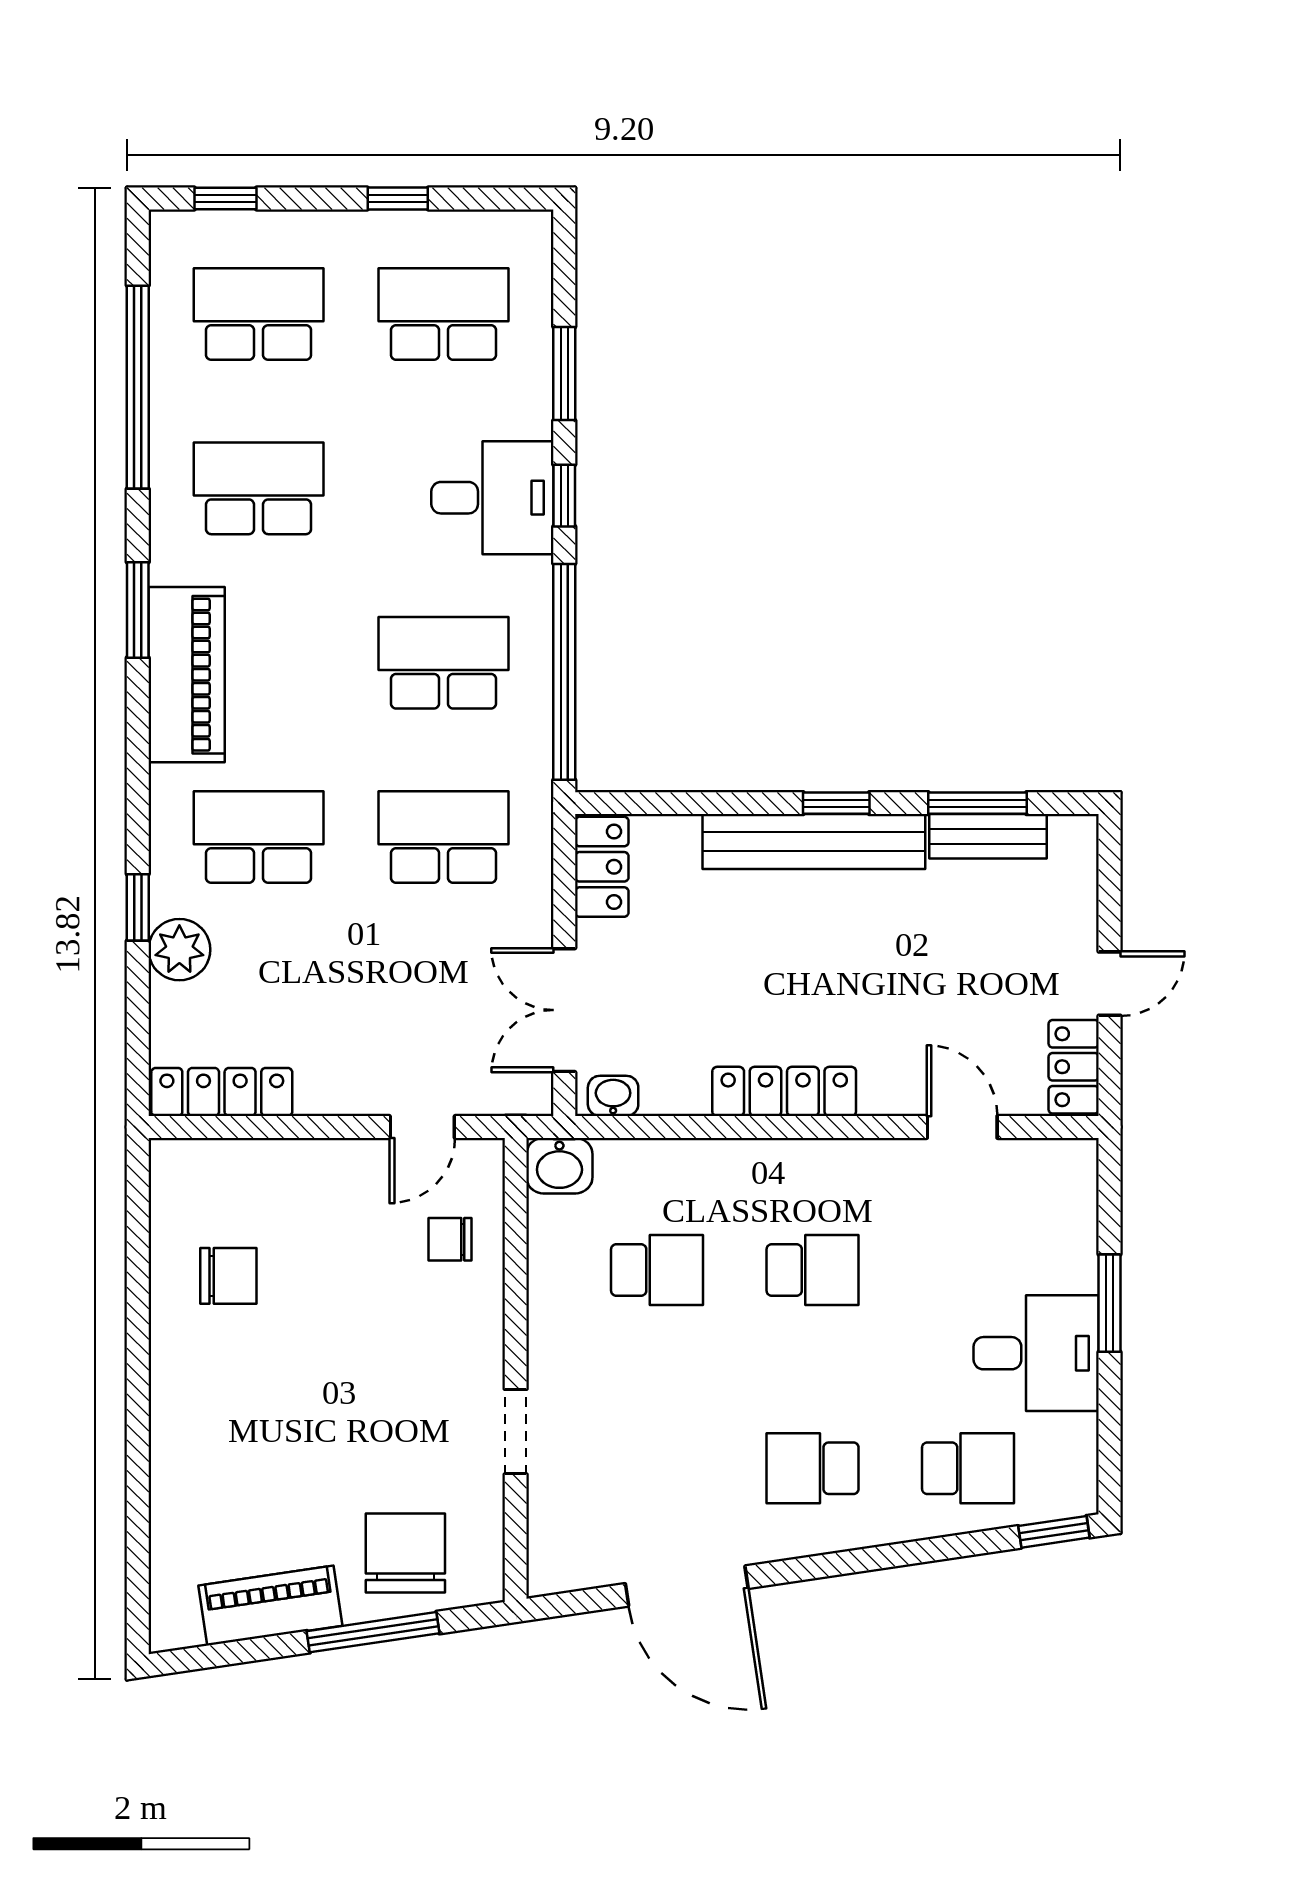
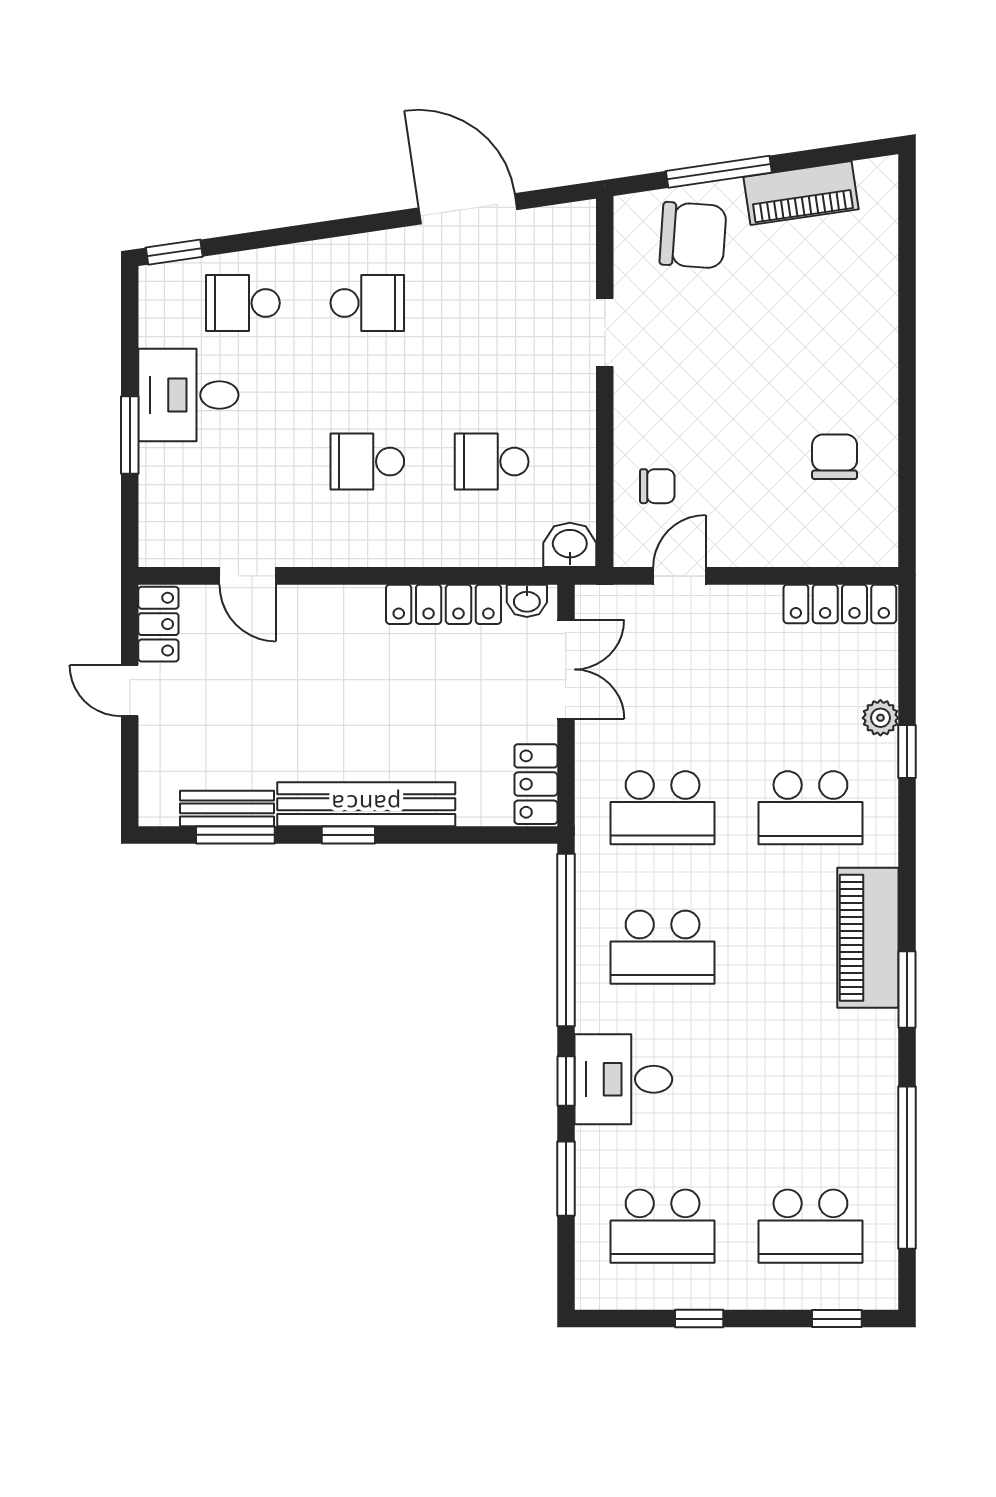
school desk: (259, 488) -> (810, 1087), removed
plant: (179, 950) -> (880, 718), width x0.73, depth x0.73
door: (1110, 984) -> (130, 691), hinge flipped
locker: (784, 1091) -> (444, 604), moved
chair: (228, 1276) -> (835, 457), turned 90
chair: (405, 1553) -> (693, 235), turned -86

